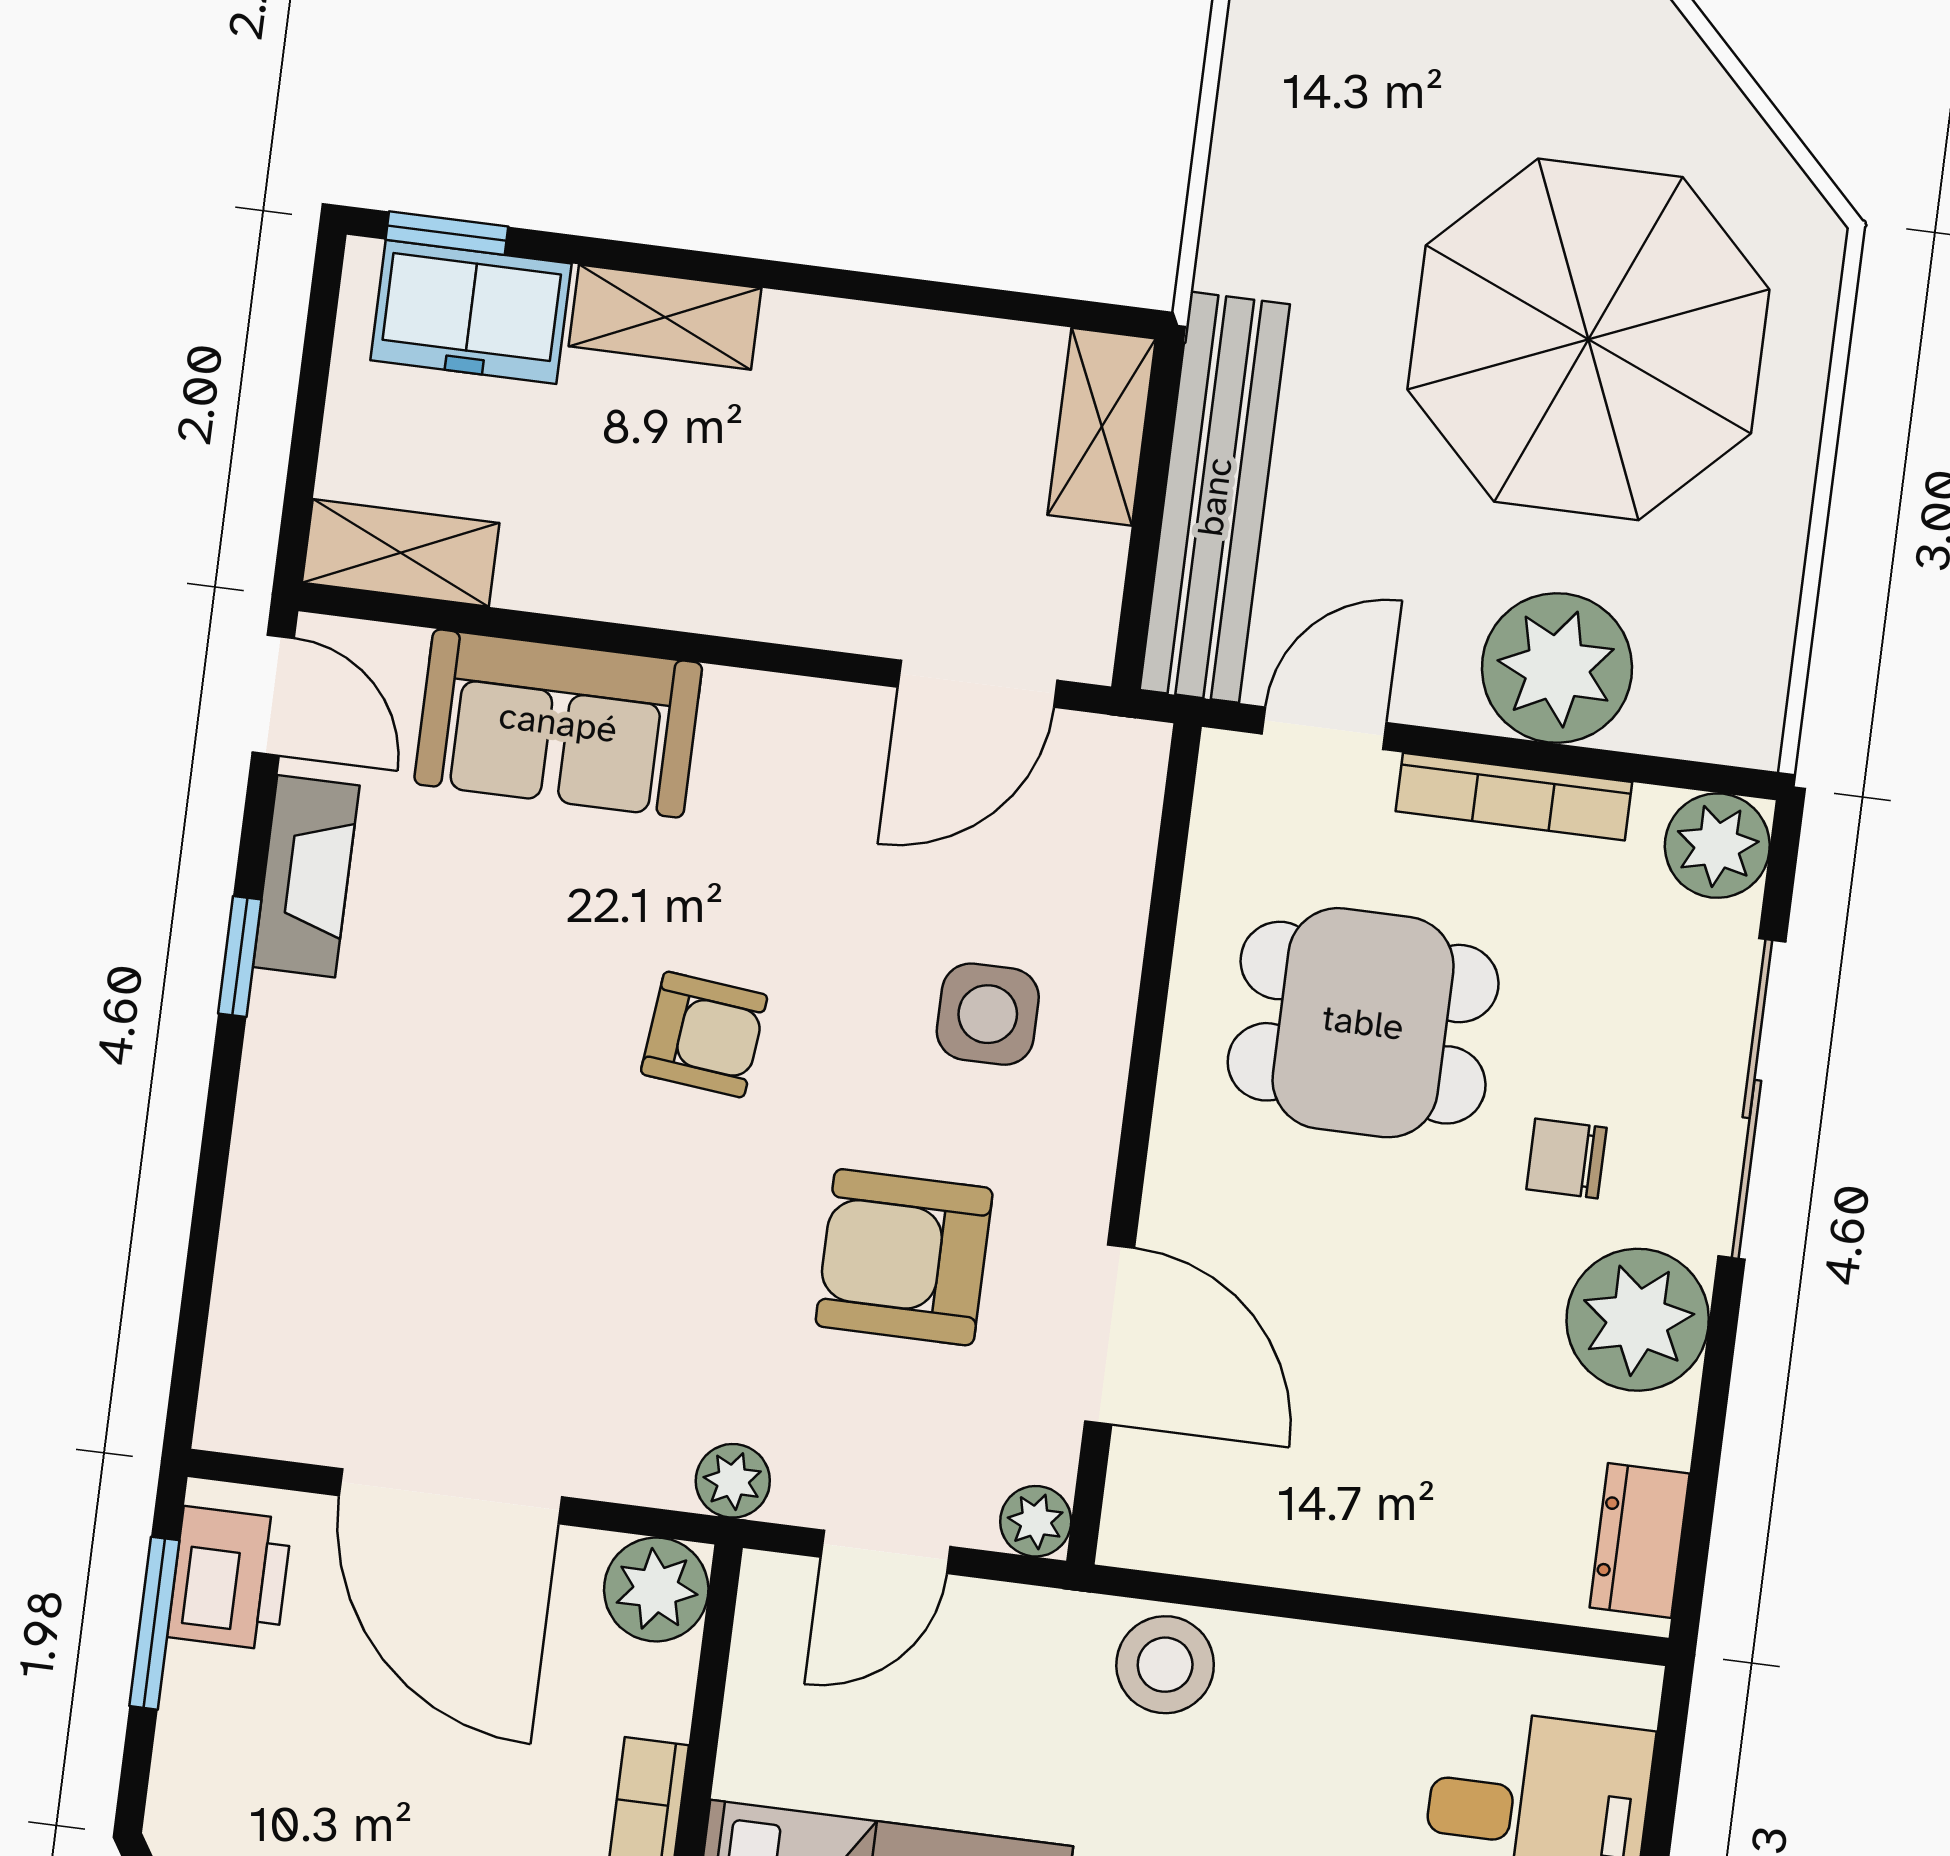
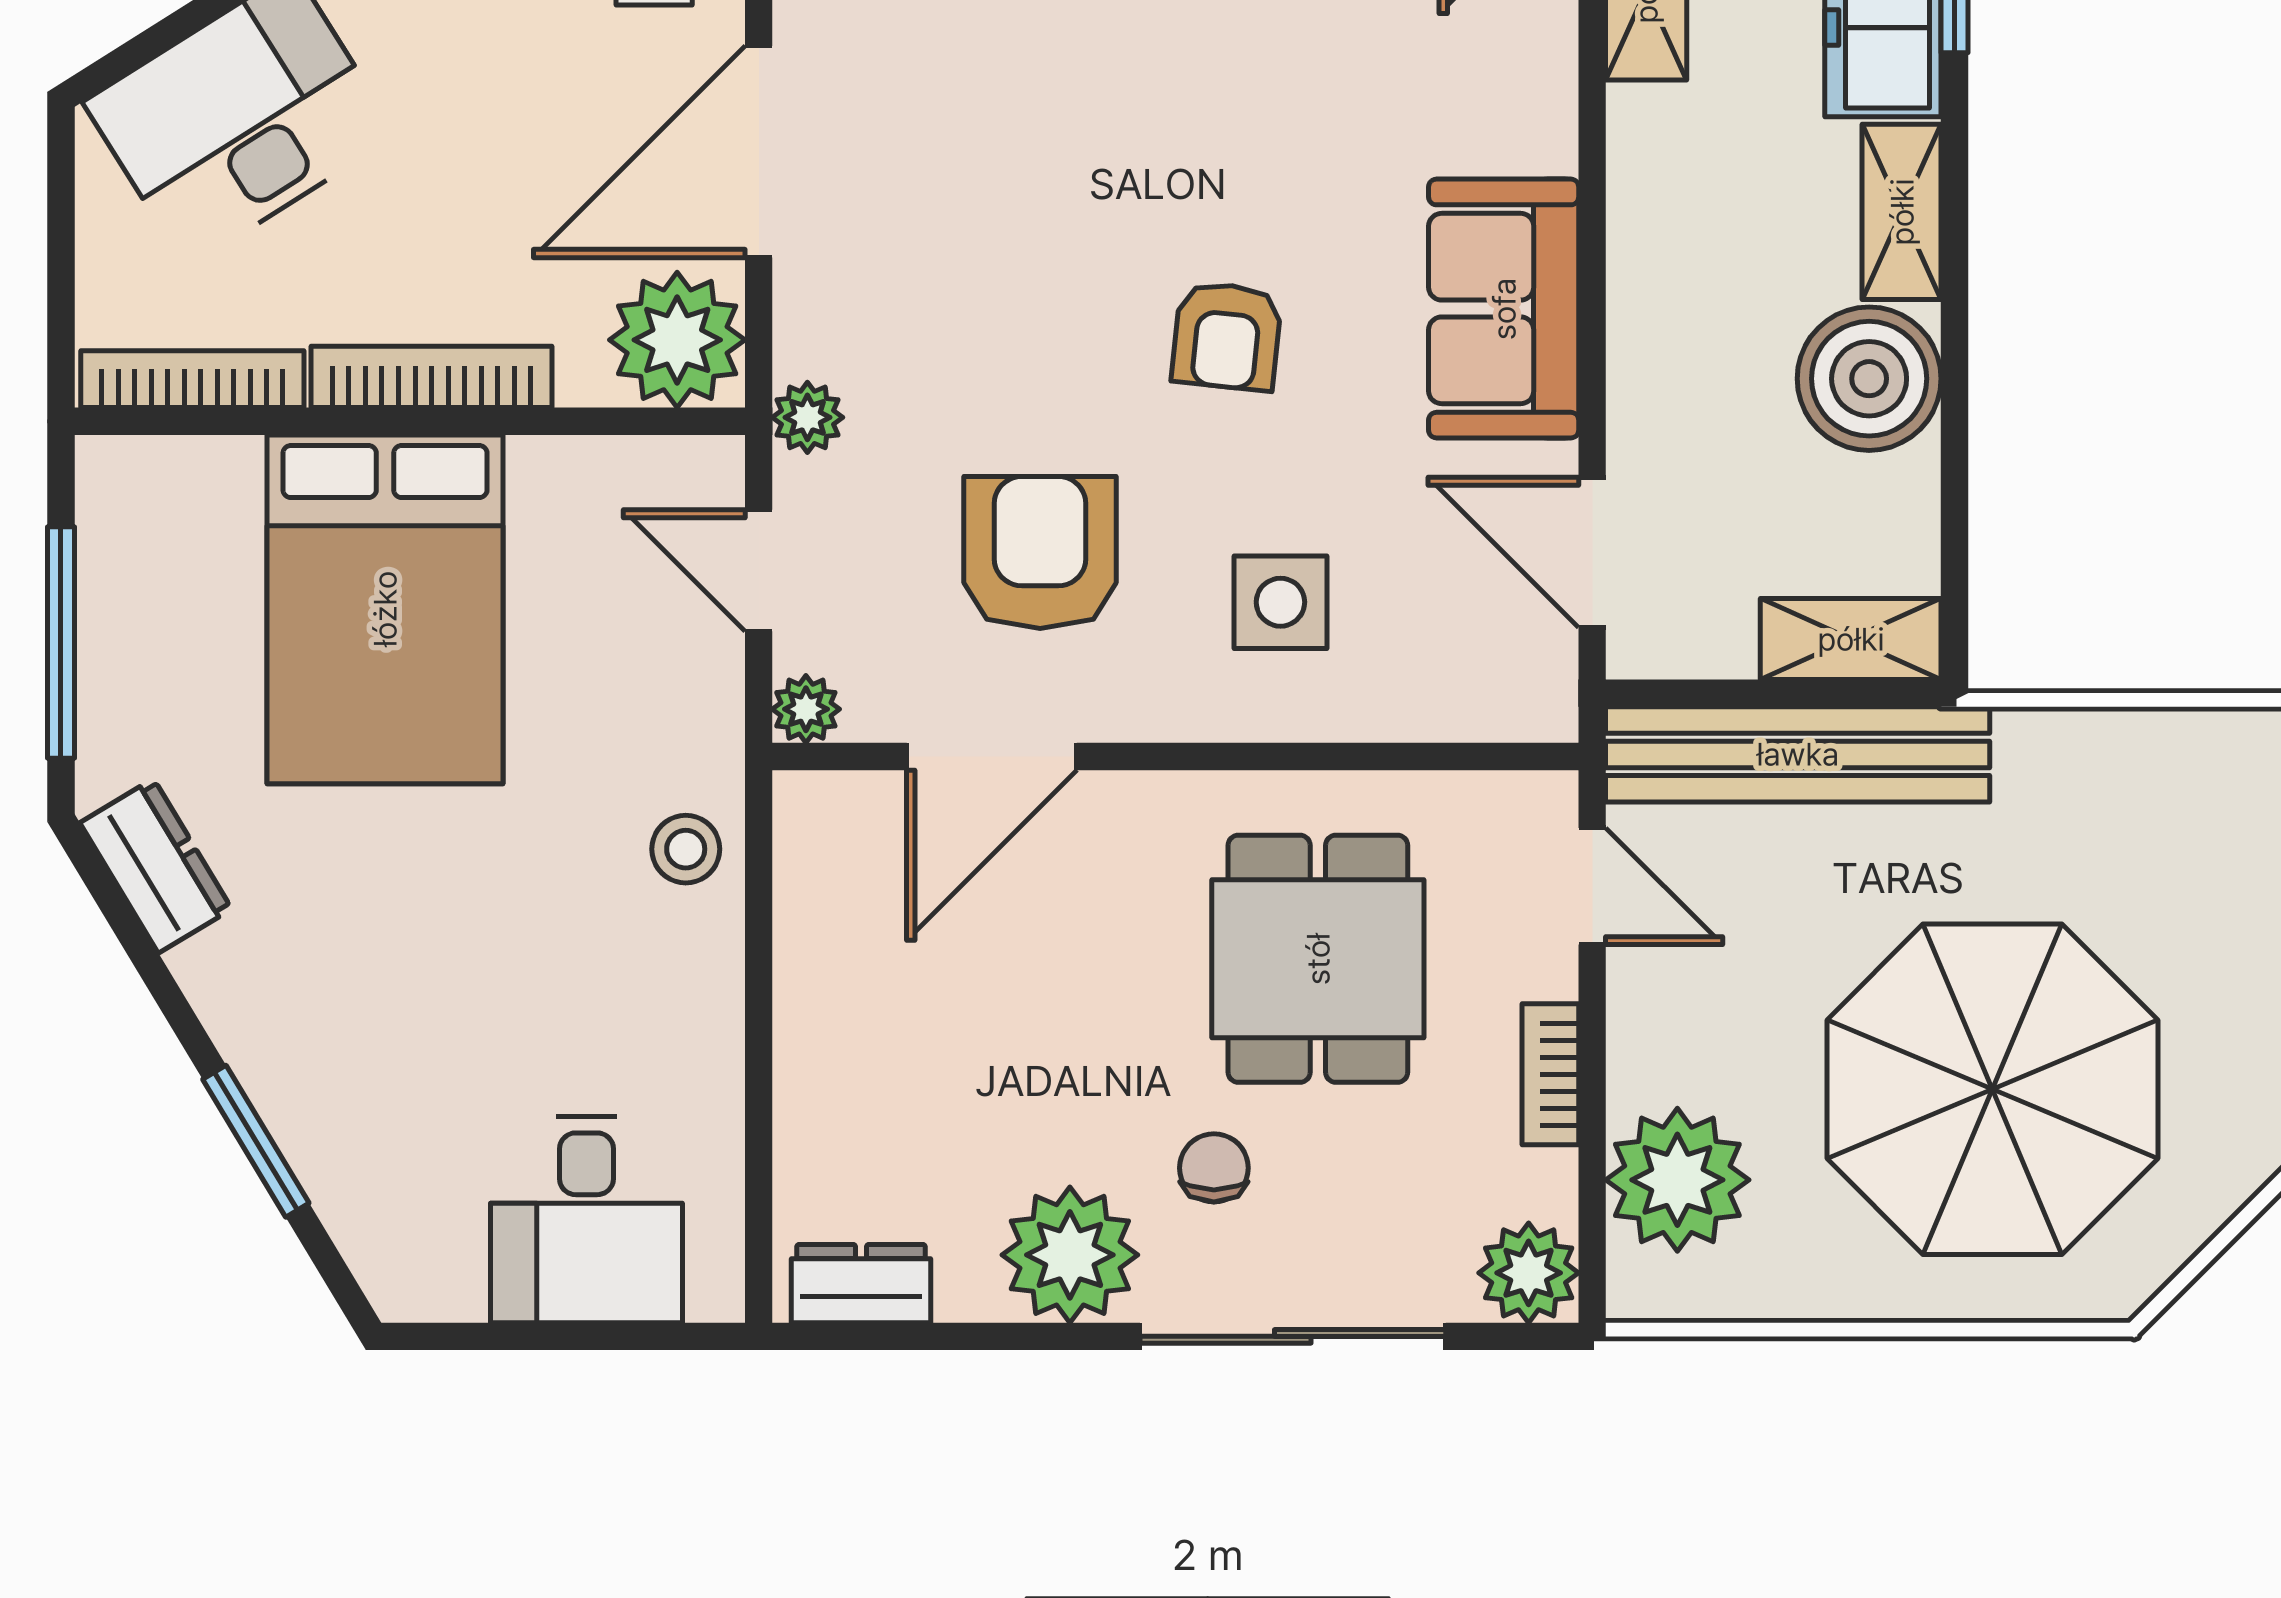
boiler: (834, 373) -> (1869, 379), added
plant: (1557, 668) -> (1677, 1180), moved
sofa: (558, 723) -> (1504, 309), moved
bookcase: (1514, 797) -> (1550, 1074), width x0.64
plant: (656, 1589) -> (677, 340), width x1.36, depth x1.36
stool: (1165, 1665) -> (686, 849), width x0.73, depth x0.73

